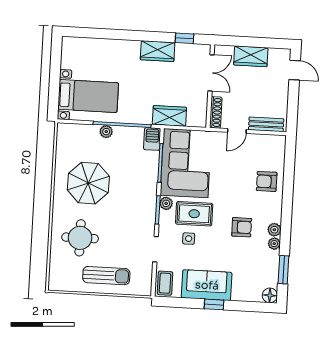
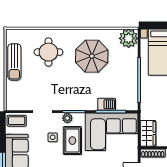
wardrobe: (169, 116) -> (148, 133), moved
plant: (106, 132) -> (129, 38), moved, width x1.88, depth x1.88
barbecue: (152, 139) -> (107, 104), moved
plant: (166, 203) -> (67, 118), moved
sun lounger: (106, 276) -> (14, 62), moved

